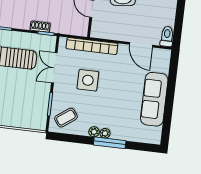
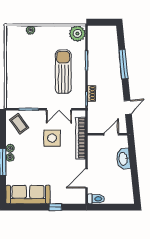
double door: (54, 68) -> (59, 109), swing flipped
window: (171, 86) -> (55, 207), added
sofa: (154, 99) -> (28, 195), moved

